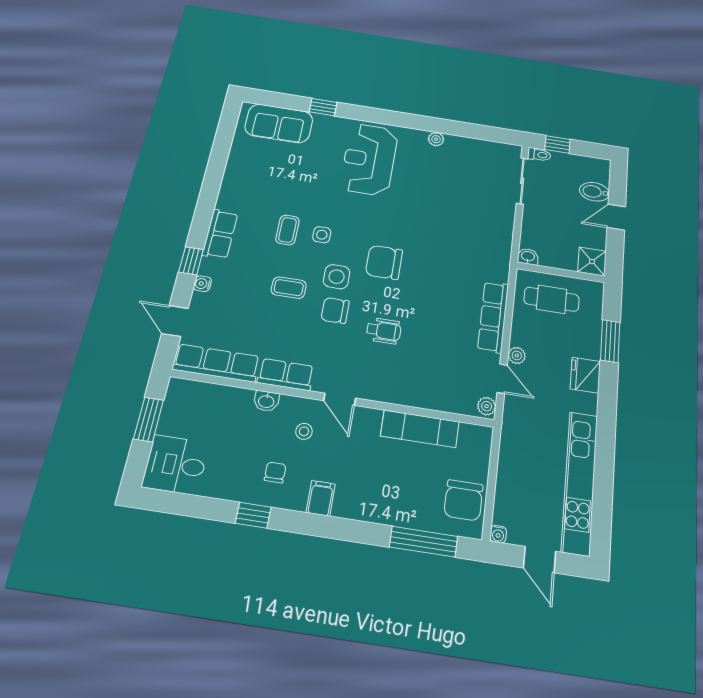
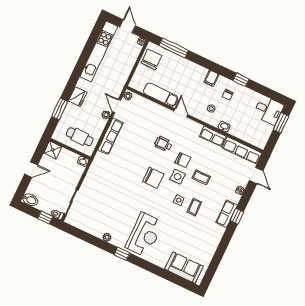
window: (323, 107) -> (122, 254), moved
bidet: (594, 192) -> (30, 200), moved
window: (191, 261) -> (237, 216), moved
door: (340, 399) -> (181, 113), moved
window: (149, 419) -> (281, 123), moved

